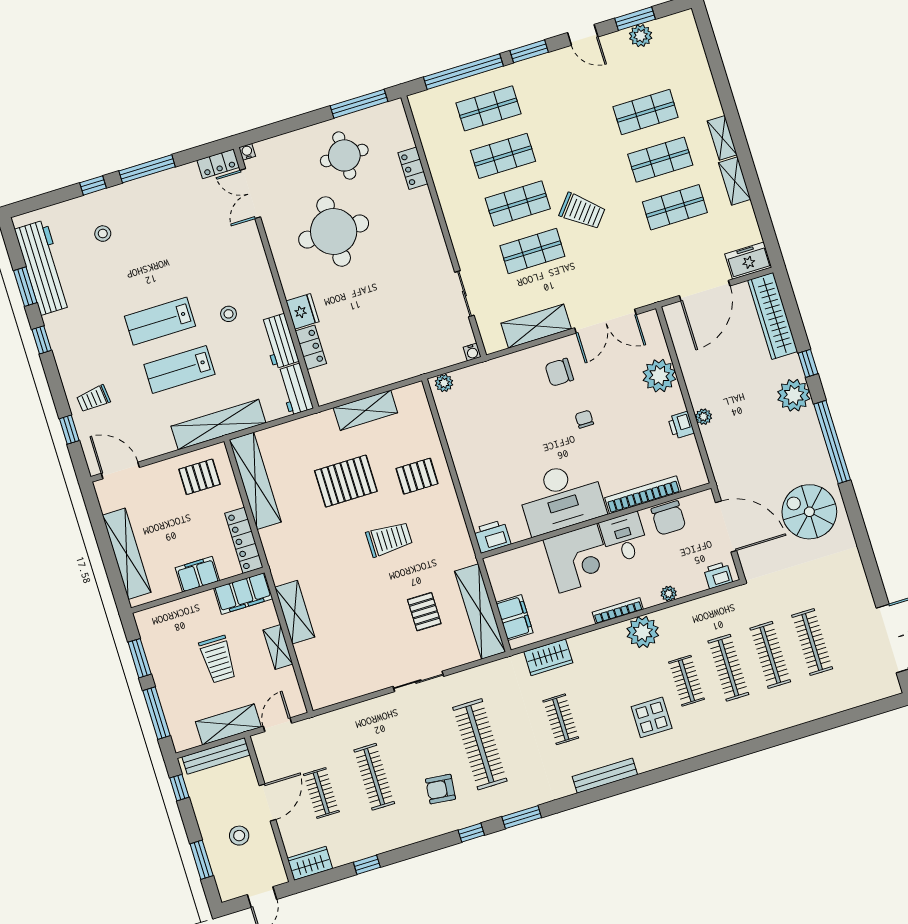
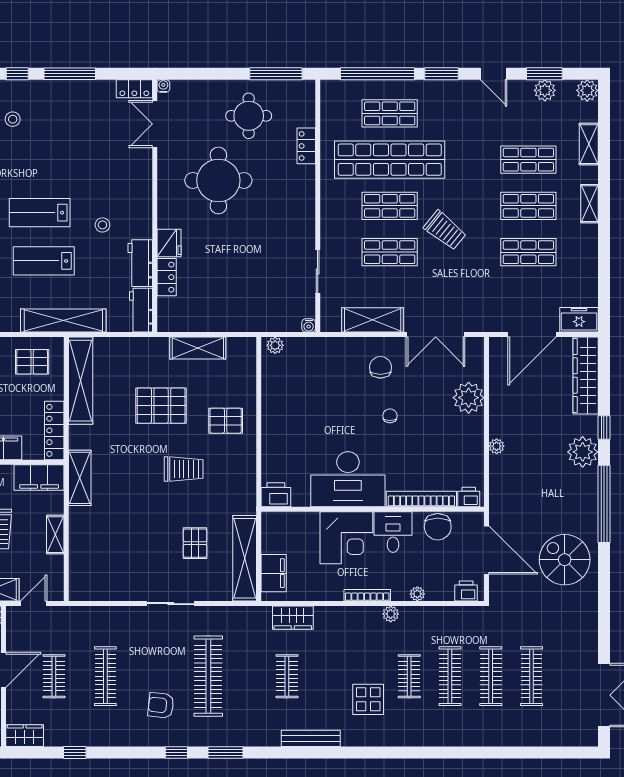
plant: (684, 22) -> (587, 90), added
shop shelf: (503, 156) -> (390, 160), width x2.00, depth x1.36
shelving: (735, 181) -> (589, 144), moved
chair: (559, 372) -> (380, 367), turned 90
printer: (681, 425) -> (469, 497), moved, turned 90
shelving: (295, 612) -> (80, 478), moved
plant: (643, 632) -> (391, 614), width x0.53, depth x0.53

